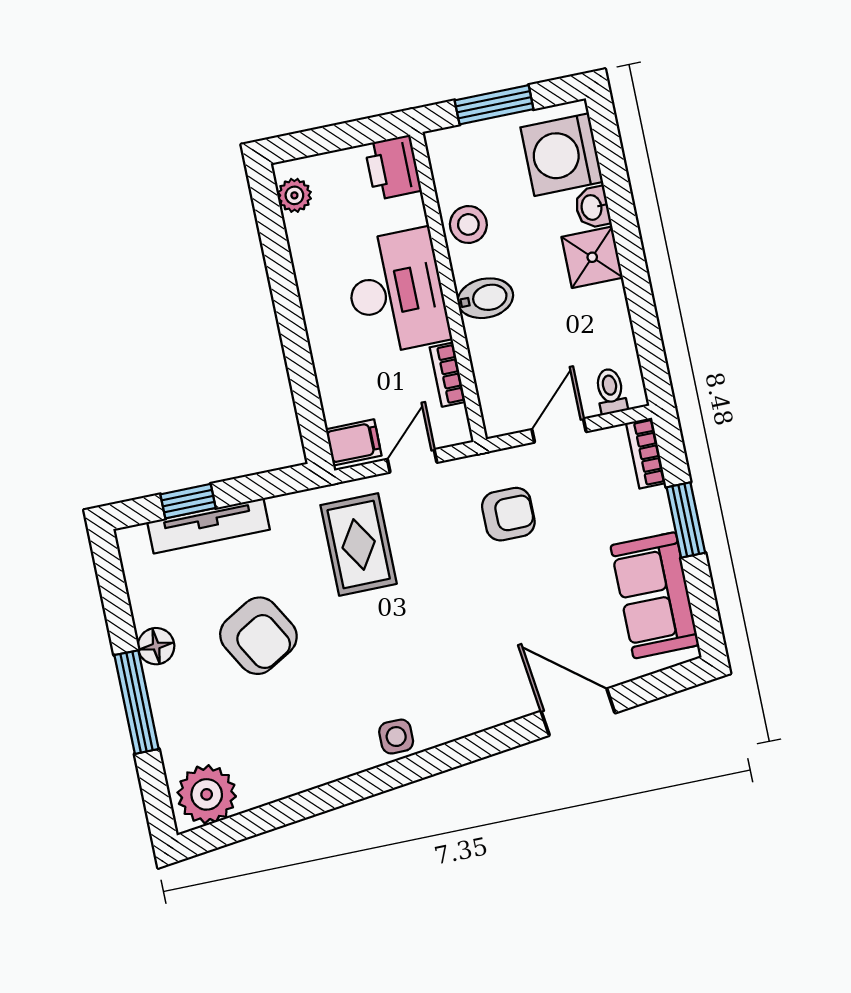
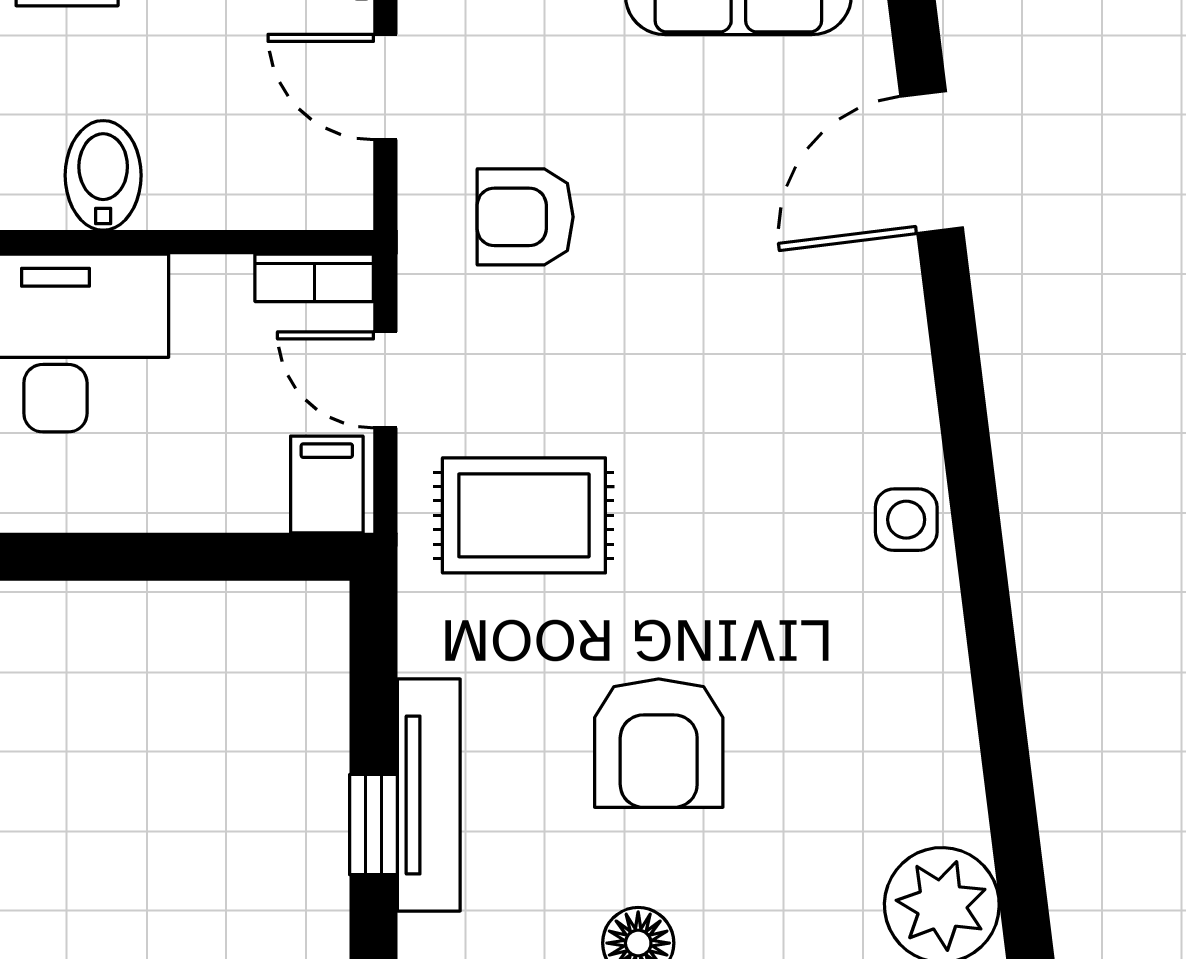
bookcase: (448, 375) -> (314, 278), moved
armchair: (508, 514) -> (525, 217), turned -90
armchair: (258, 636) -> (659, 743), turned 120

